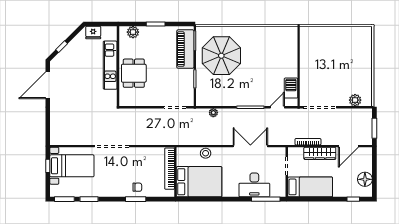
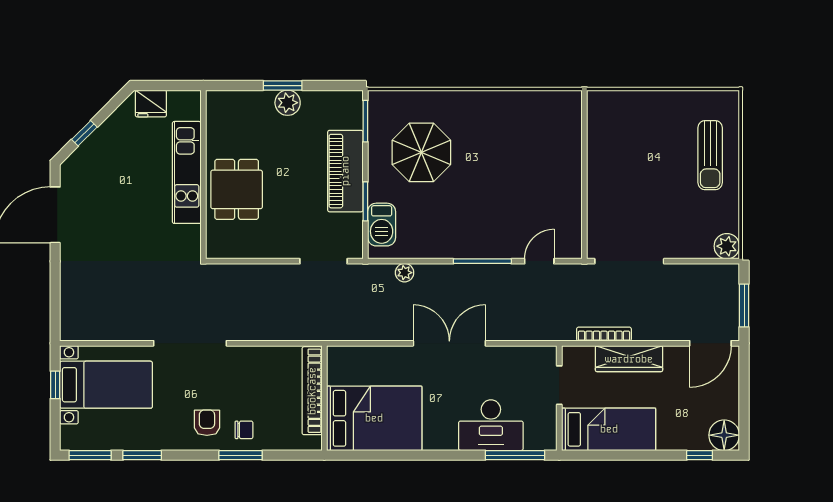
plant: (133, 32) -> (288, 103), moved
piano: (185, 49) -> (345, 171), moved
parasol: (221, 56) -> (421, 152), width x0.73, depth x0.73
sun lounger: (358, 57) -> (710, 155), added
barbecue: (291, 88) -> (382, 225), moved, turned 180
plant: (355, 100) -> (727, 246), moved
double door: (250, 146) -> (449, 343), moved
door: (348, 146) -> (710, 343), moved
stool: (206, 153) -> (388, 358), removed
floor lamp: (365, 179) -> (724, 435), moved
armchair: (120, 184) -> (207, 423), added

